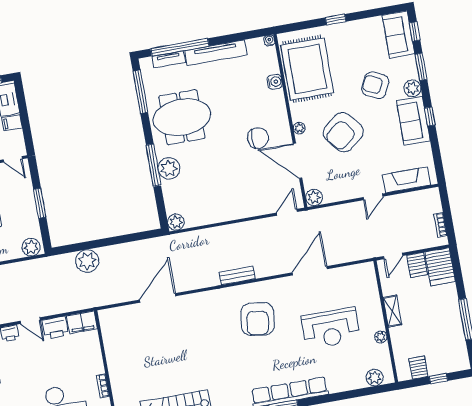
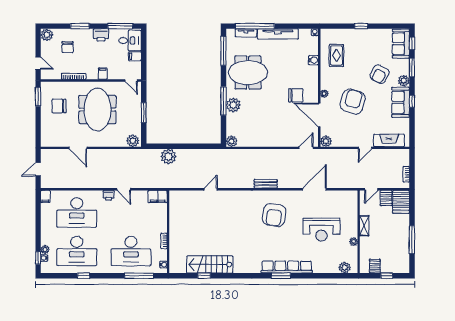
rug: (307, 69) -> (336, 55), width x0.54, depth x0.49
armchair: (375, 85) -> (380, 74), turned -87
armchair: (343, 132) -> (353, 102), turned 146
door: (158, 298) -> (211, 189), width x0.53
printer: (55, 328) -> (139, 197), removed

